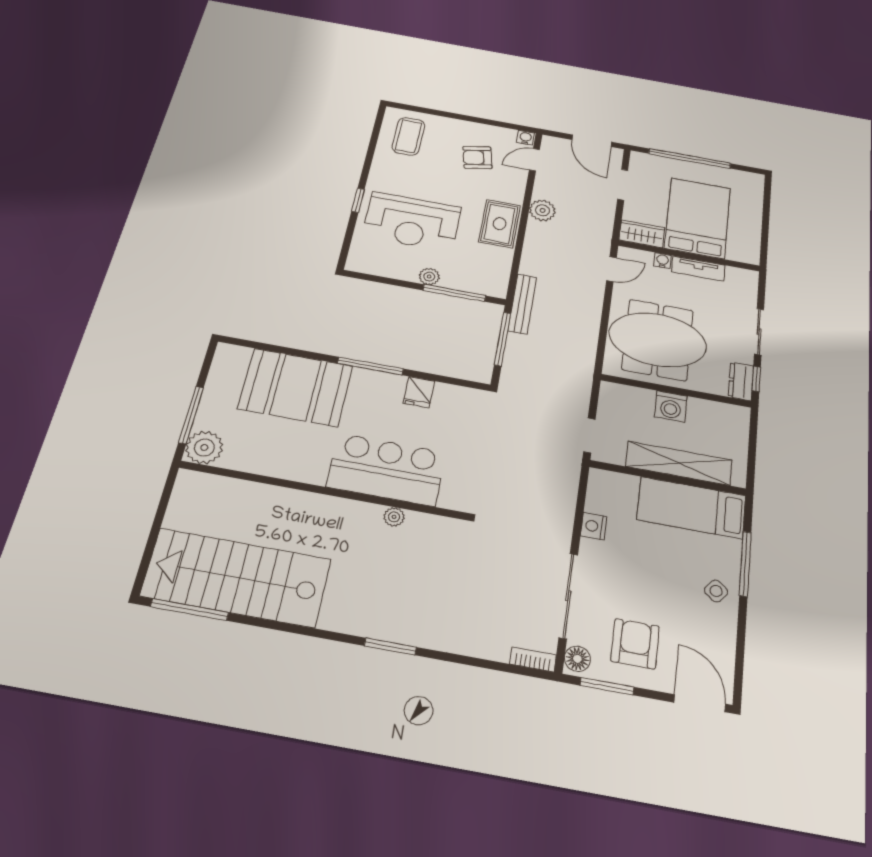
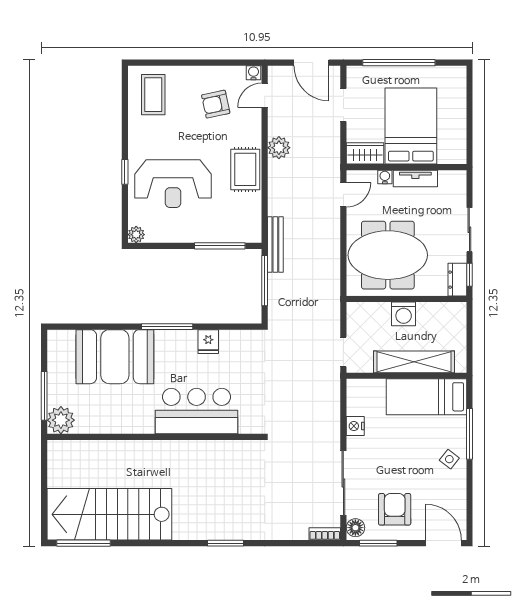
plant: (429, 277) -> (136, 235), moved
plant: (394, 517) -> (209, 447), removed

